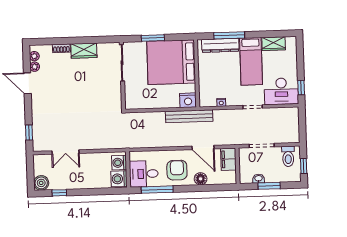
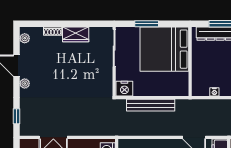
plant: (35, 67) -> (25, 83), moved
nightstand: (188, 100) -> (124, 89), moved
bench: (189, 116) -> (151, 105), moved

